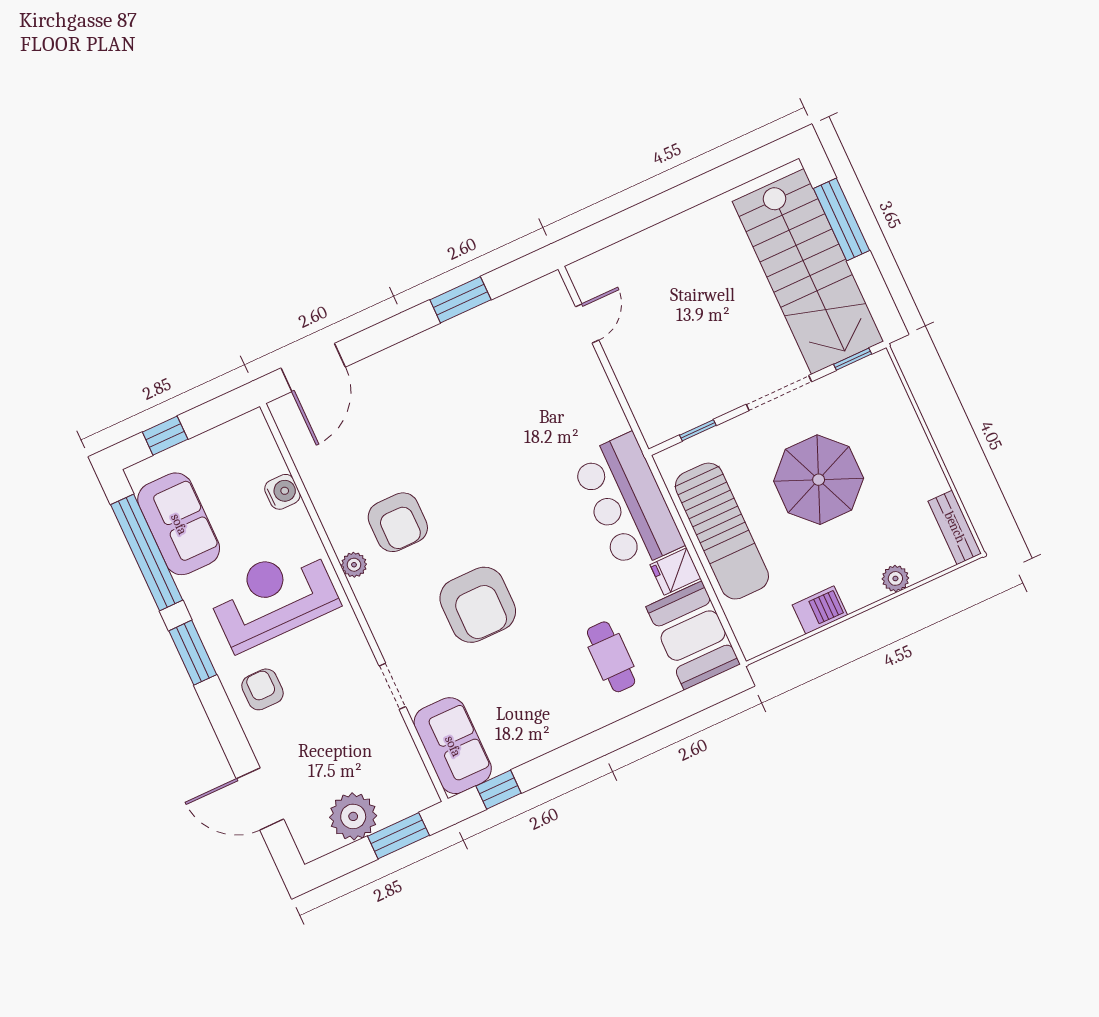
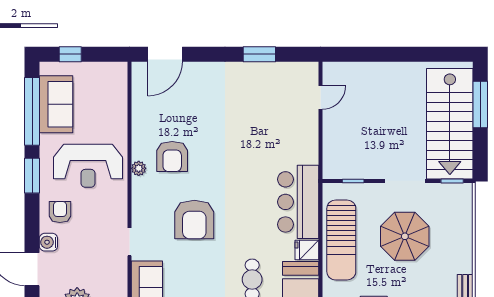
water cooler: (282, 492) -> (48, 242), moved, turned 180
reception desk: (273, 597) -> (88, 166), turned 180

